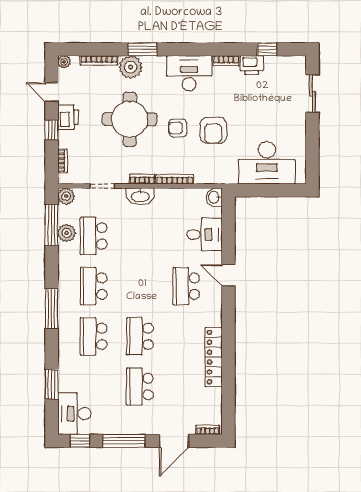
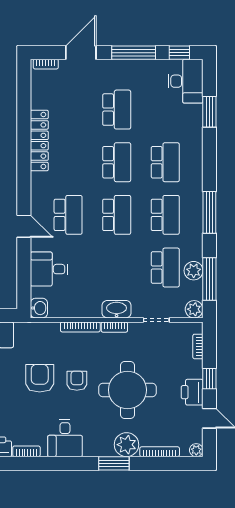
desk: (189, 73) -> (65, 438), width x0.73
armchair: (178, 128) -> (77, 381), turned -89
school desk: (140, 286) -> (117, 215), added
window: (52, 309) -> (209, 212), moved

